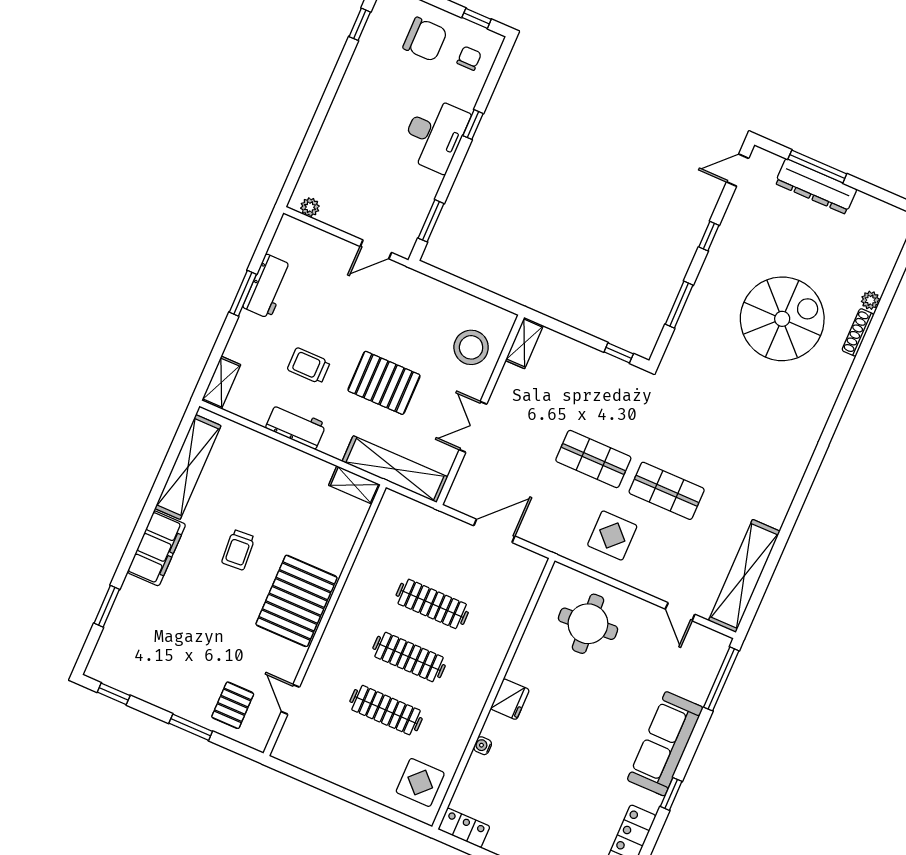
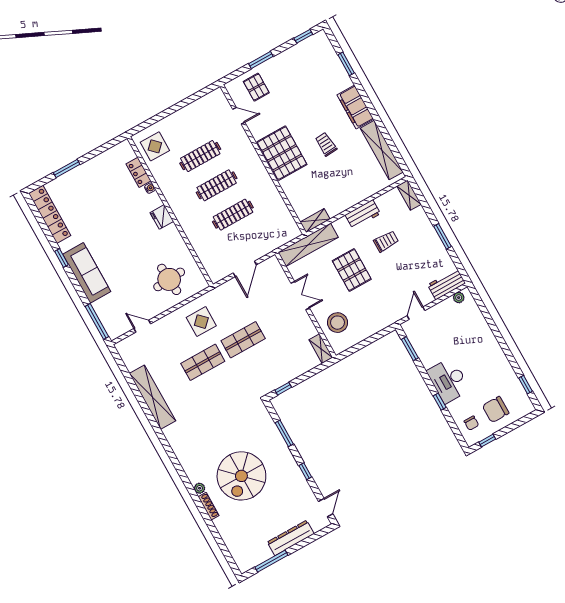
window: (817, 166) -> (271, 561), moved
workbench: (268, 286) -> (446, 284), moved, turned 90
plant: (870, 300) -> (200, 488), moved
pallet: (384, 383) -> (352, 270), turned 90
shelving: (744, 576) -> (153, 397), moved
locker: (464, 828) -> (138, 172), moved, turned 90

